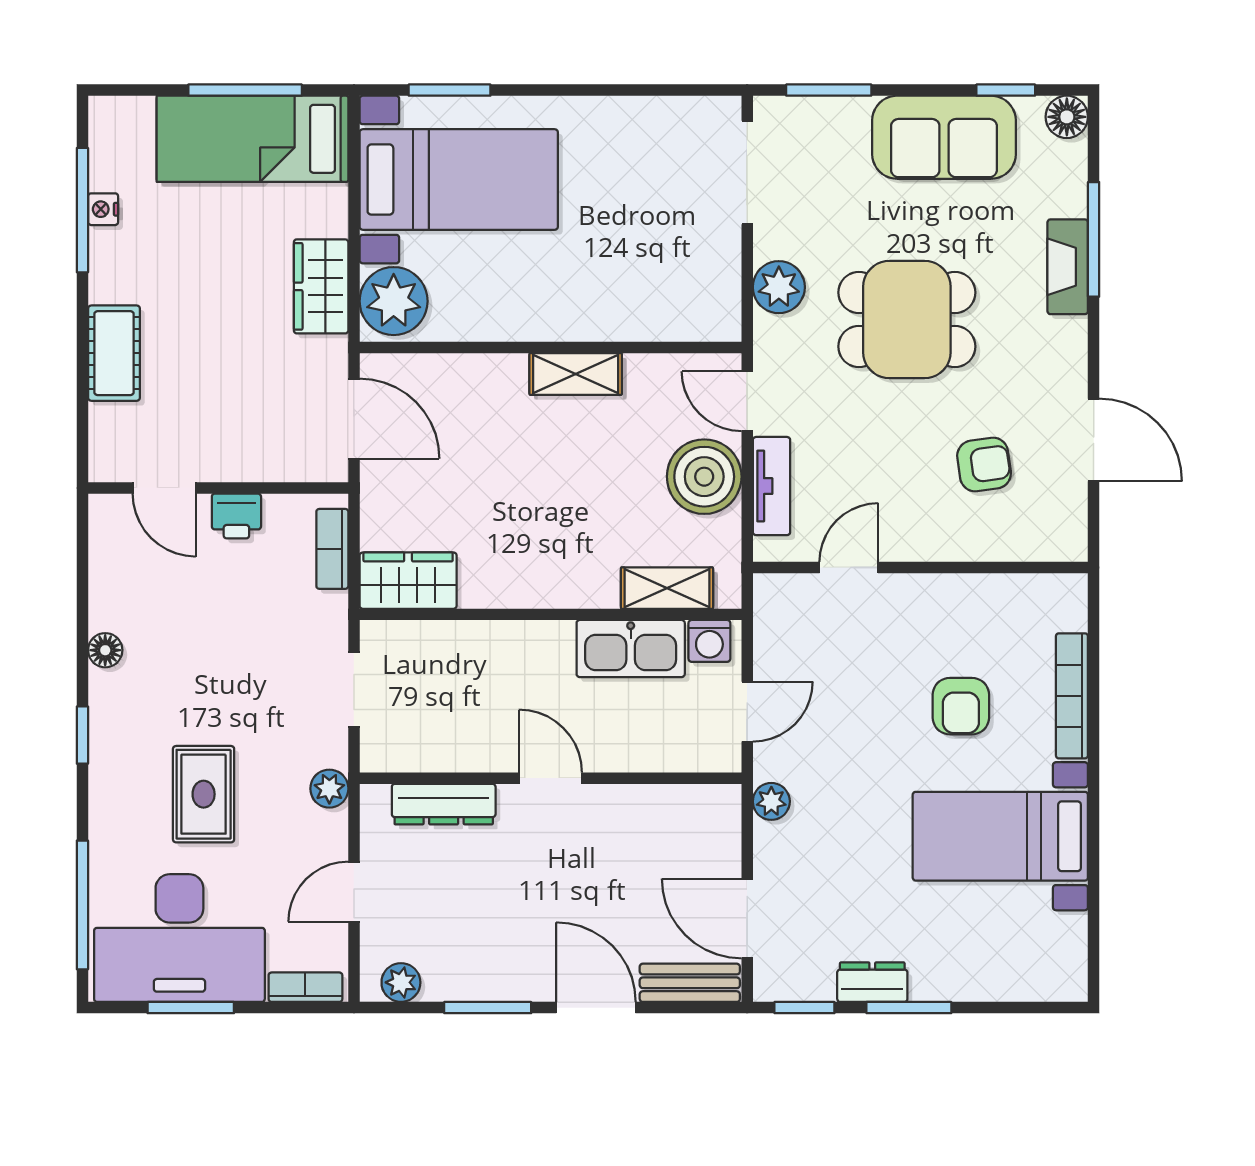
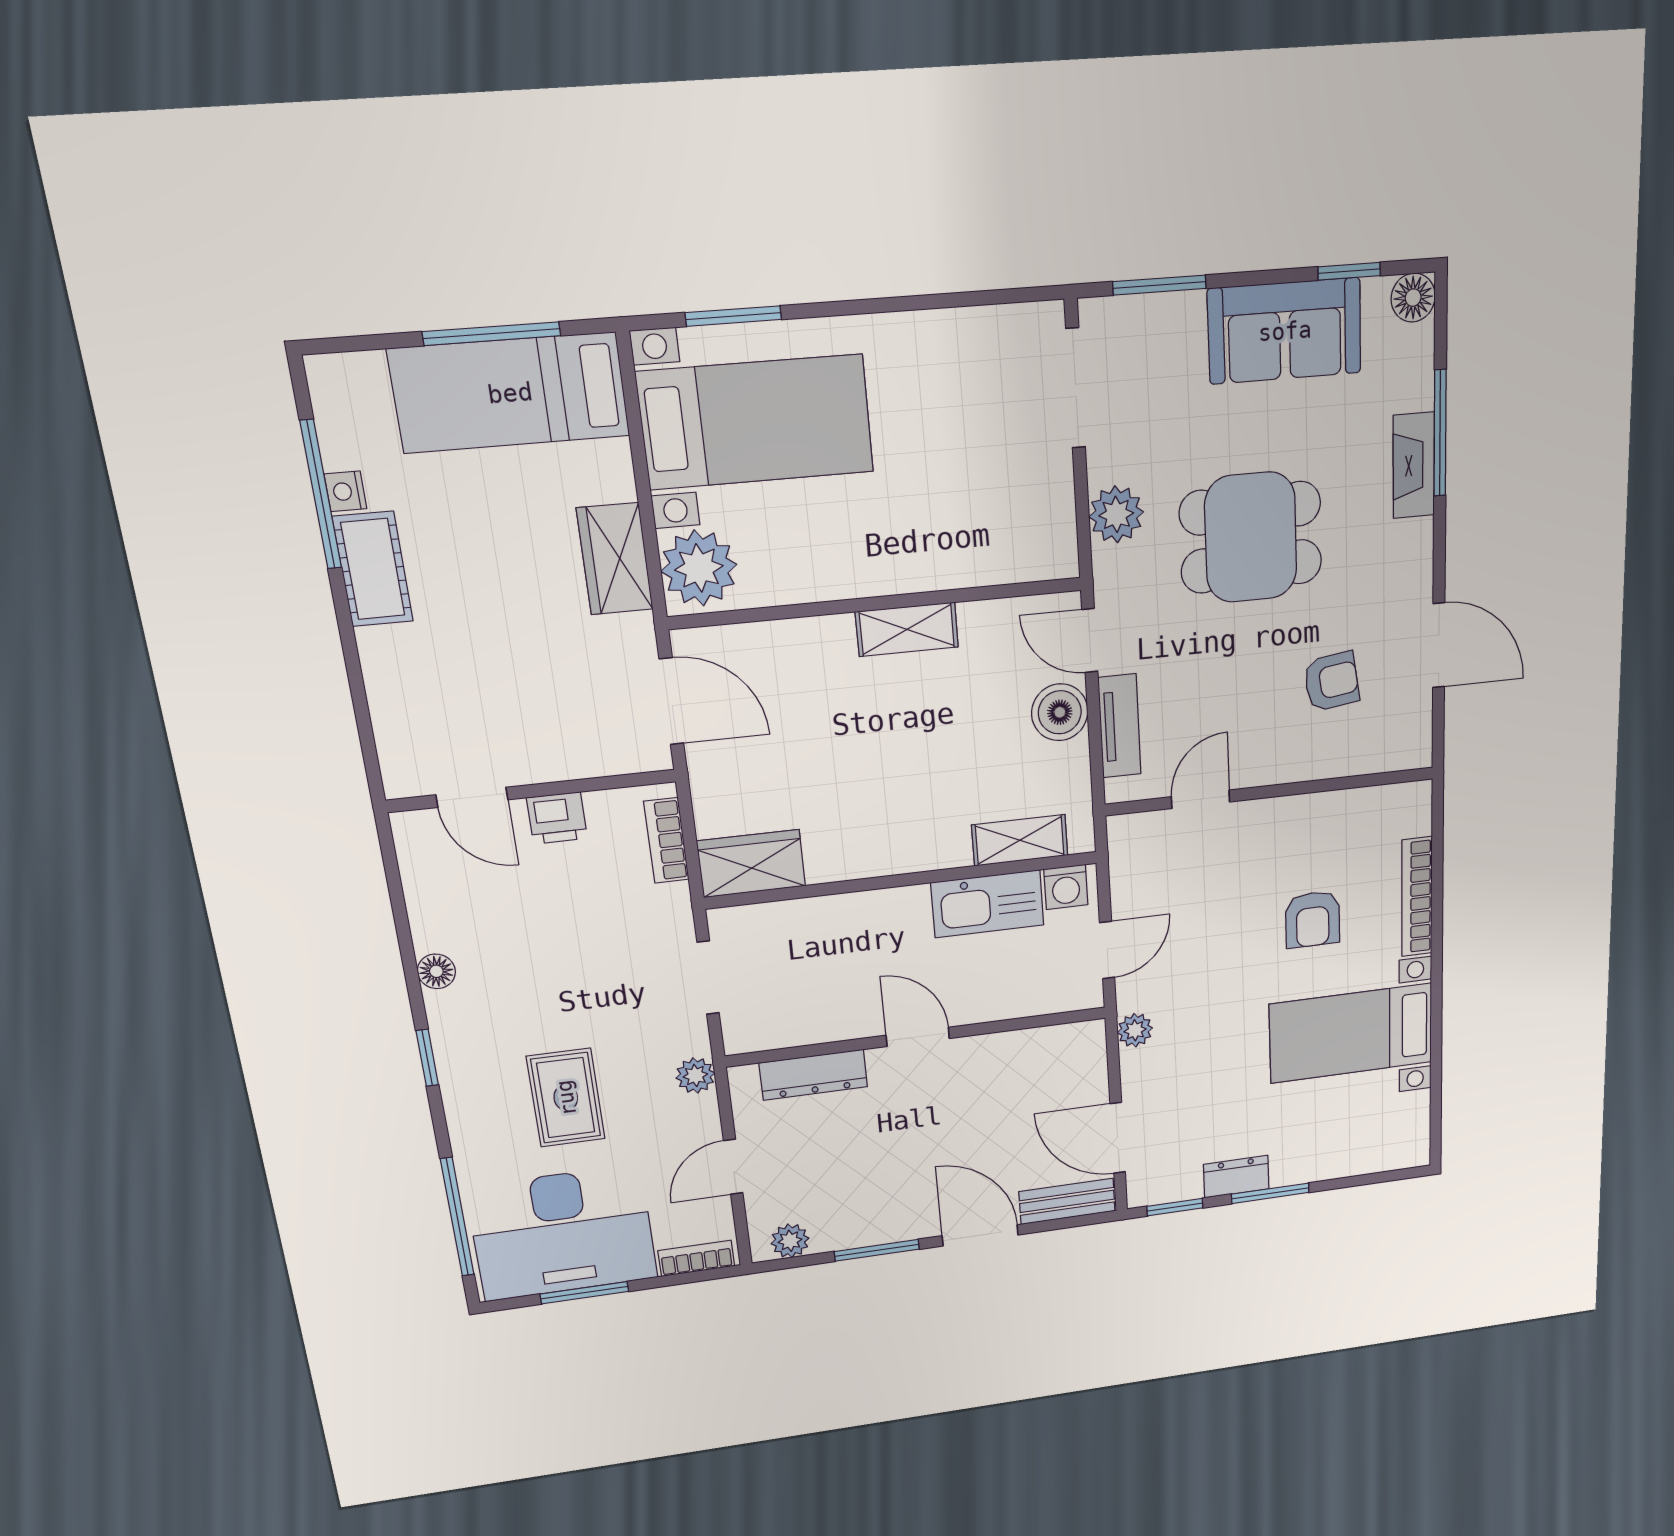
cot: (114, 353) -> (373, 569), moved
boiler: (704, 477) -> (1060, 712), width x0.73, depth x0.73

